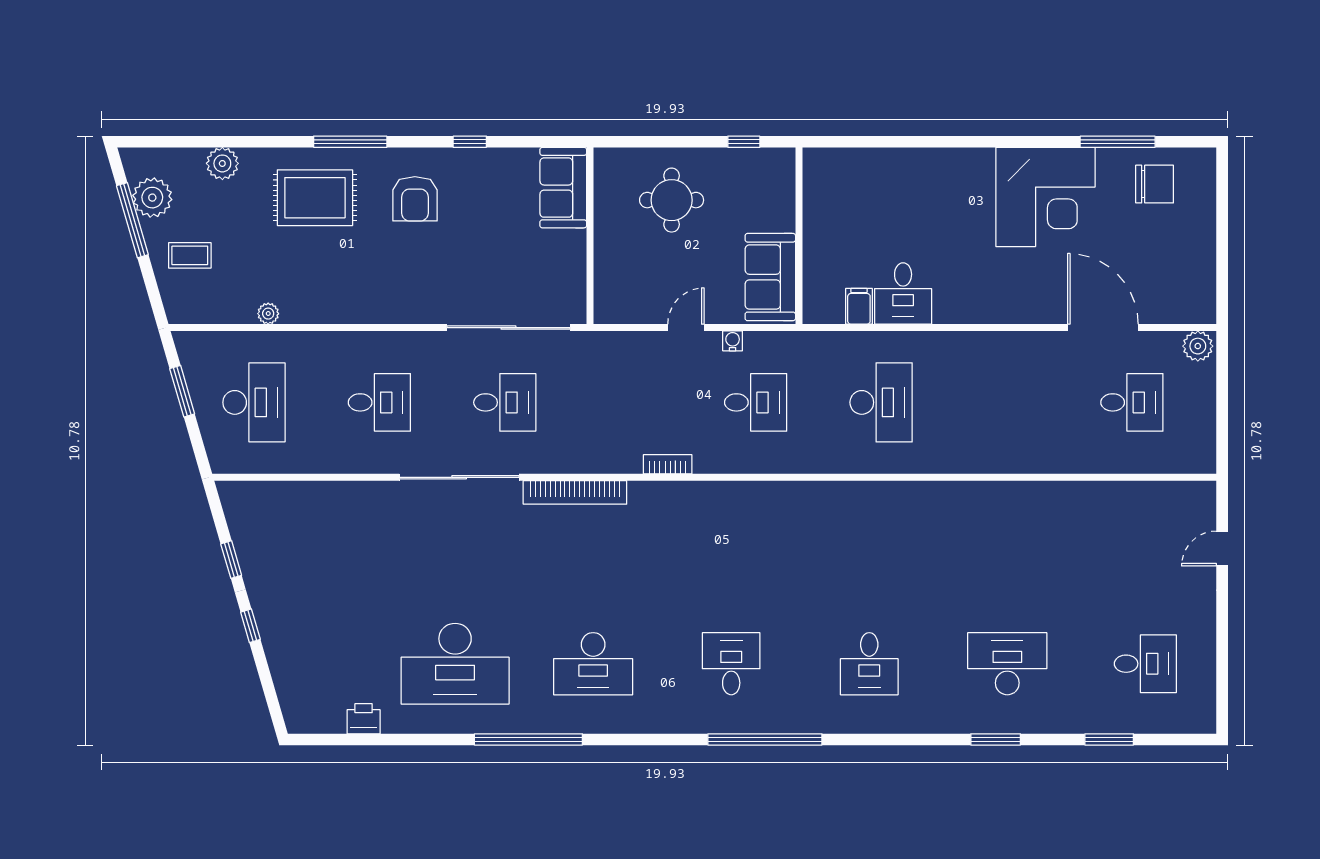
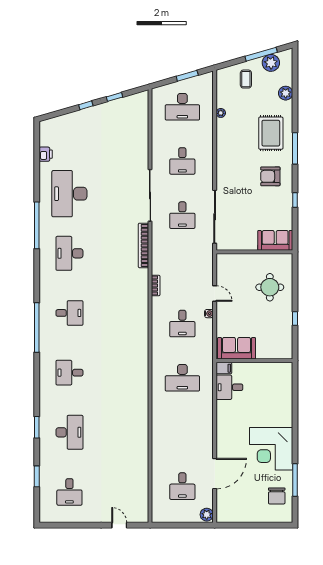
wall: (799, 236) -> (254, 361), moved
sofa: (770, 277) -> (237, 348), moved

